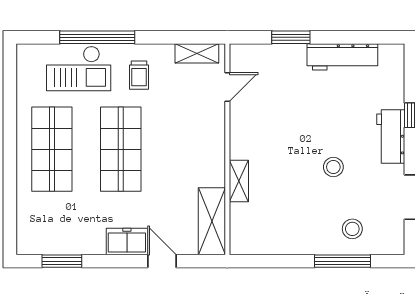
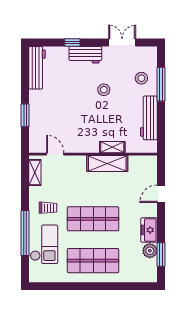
workbench: (342, 57) -> (37, 68), moved
shelving: (212, 221) -> (107, 163), moved
freezer: (127, 241) -> (149, 230), moved
workbench: (287, 241) -> (149, 118), added
plant: (68, 243) -> (150, 251), added

